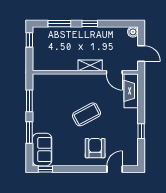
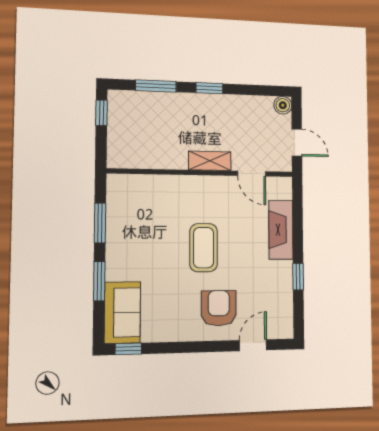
fireplace: (131, 91) -> (281, 230), moved
coffee table: (87, 114) -> (204, 248), turned -62

